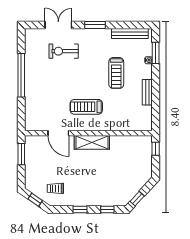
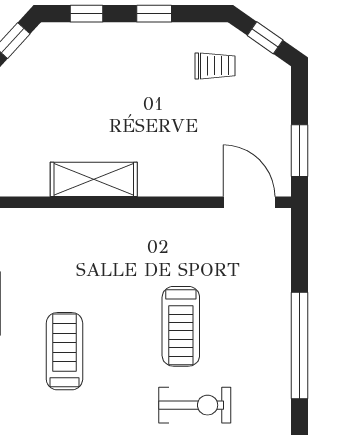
treadmill: (86, 107) -> (181, 326), moved, turned 90
door: (58, 133) -> (249, 202), moved
shelving: (92, 142) -> (94, 179), moved

